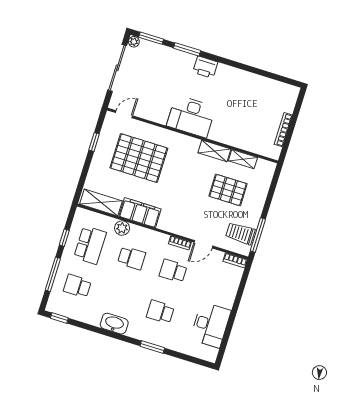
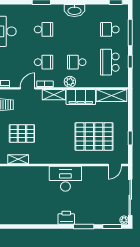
shelving: (214, 151) -> (54, 95), moved
plant: (122, 228) -> (70, 82), moved
school desk: (77, 286) -> (110, 29), turned 180

